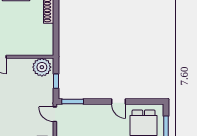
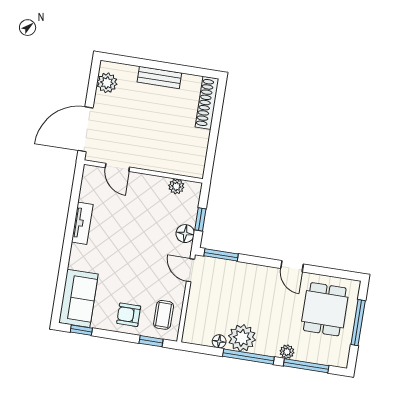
plant: (42, 67) -> (176, 186), width x0.53, depth x0.53
floor lamp: (48, 92) -> (185, 234), added

